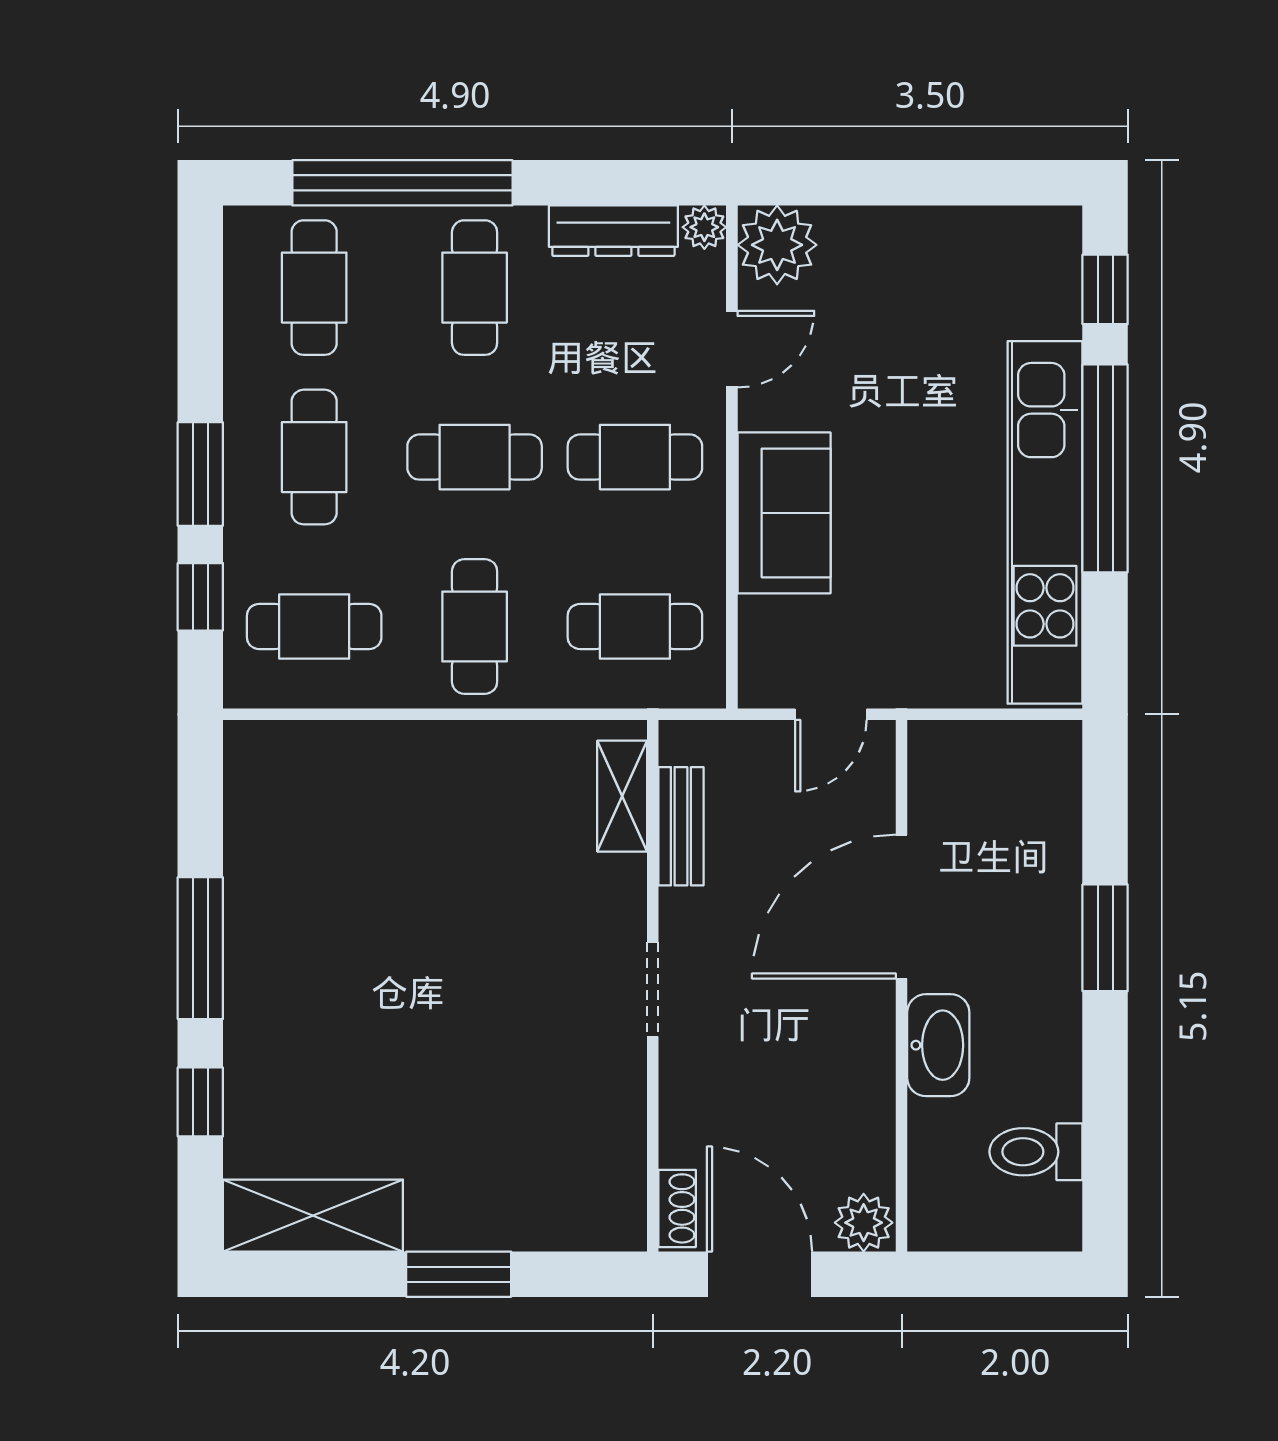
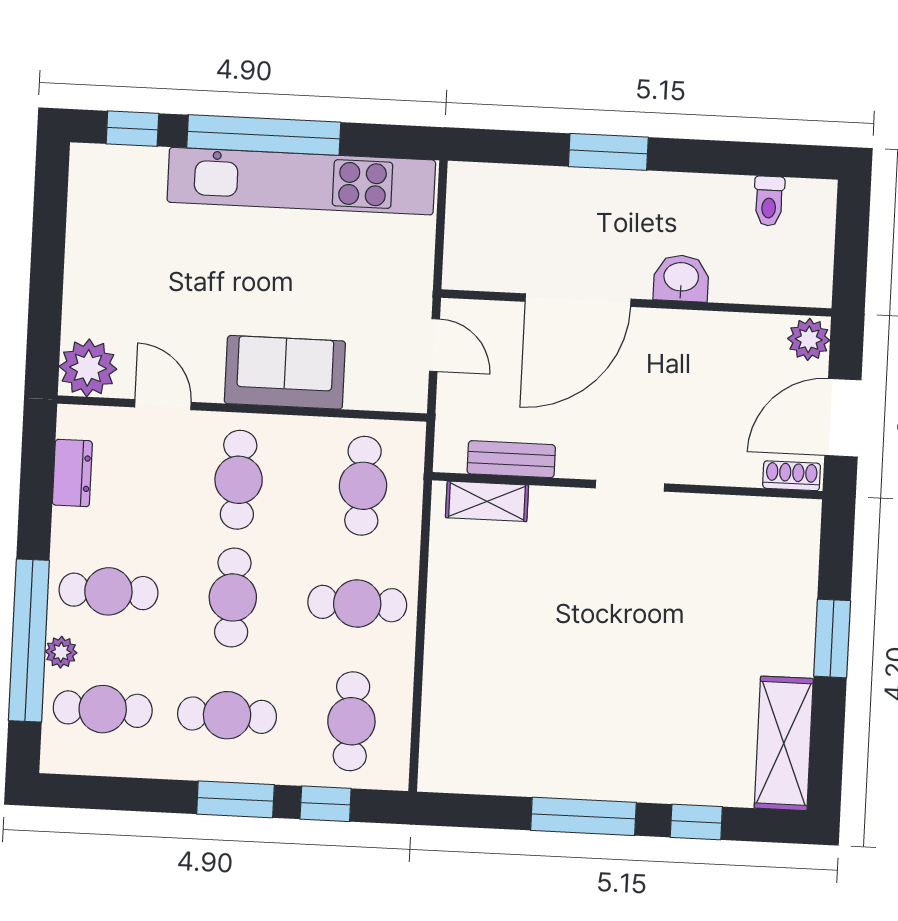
plant: (704, 227) -> (61, 652), moved
dresser: (613, 231) -> (72, 473), width x0.70
door: (902, 907) -> (578, 300), hinge flipped
washbasin: (938, 1045) -> (681, 278), width x0.72
toilet: (1036, 1152) -> (769, 201), width x0.73, depth x0.72

